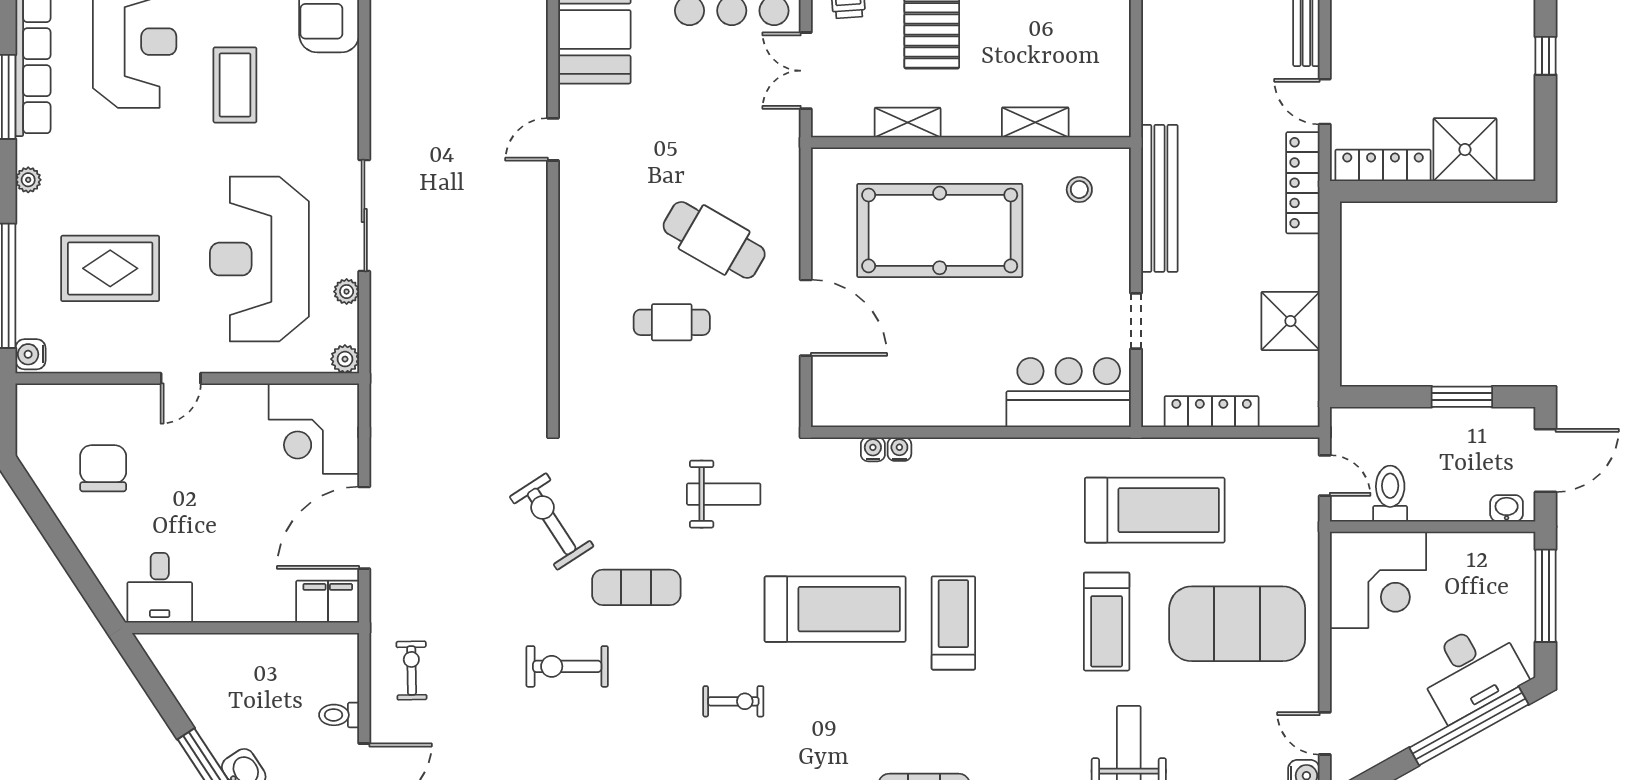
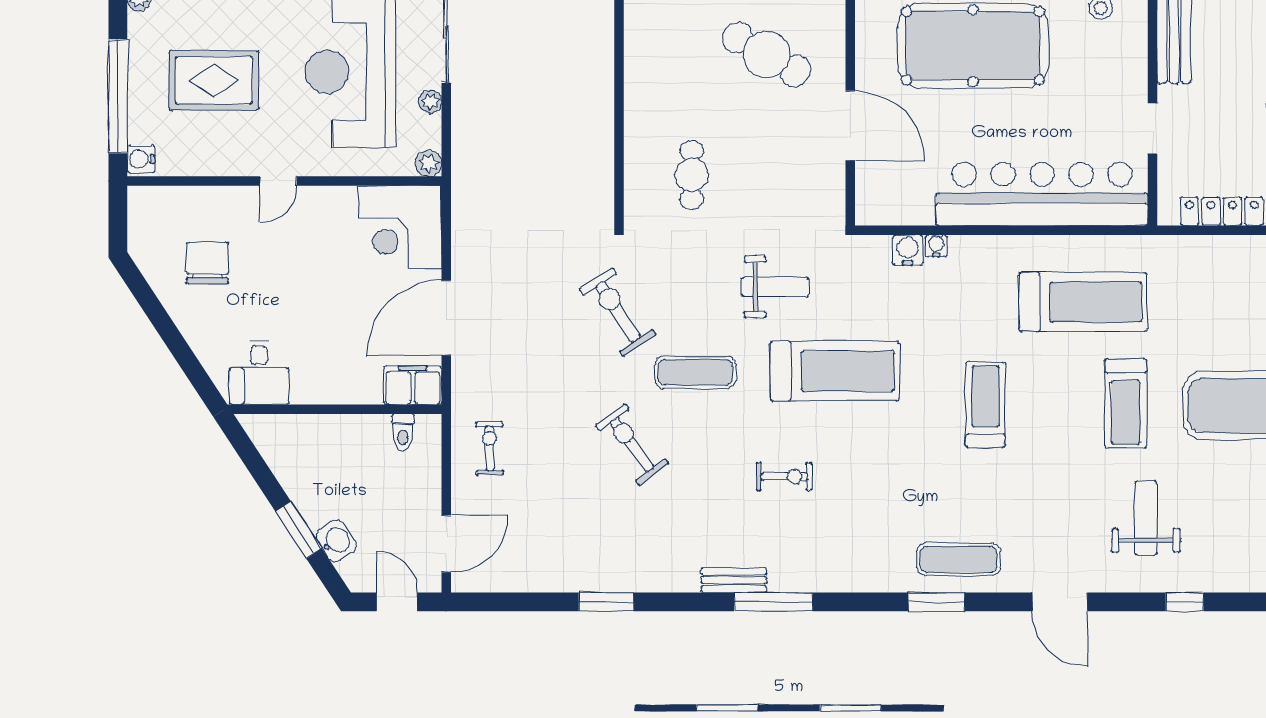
cafe table: (672, 322) -> (692, 175), moved, turned 90
bar counter: (1069, 393) -> (1042, 194), width x1.86
water cooler: (873, 449) -> (908, 250), width x1.38, depth x1.38
treadmill: (1155, 510) -> (1083, 302), moved
treadmill: (835, 609) -> (835, 371), moved
exercise bike: (567, 666) -> (632, 445), turned 54
toilet: (339, 715) -> (403, 432), moved, turned -90

